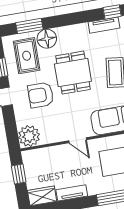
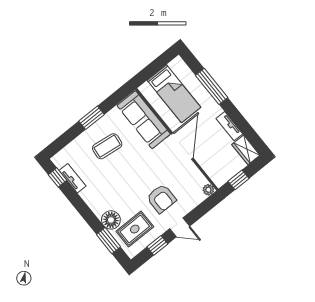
dining table: (73, 73) -> (127, 182), removed
plant: (29, 136) -> (208, 190), width x0.53, depth x0.53
door: (78, 140) -> (182, 146), width x1.88

